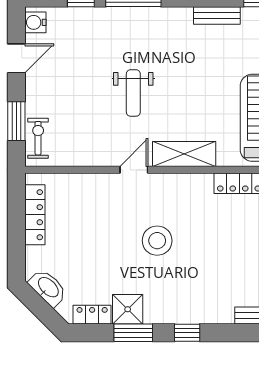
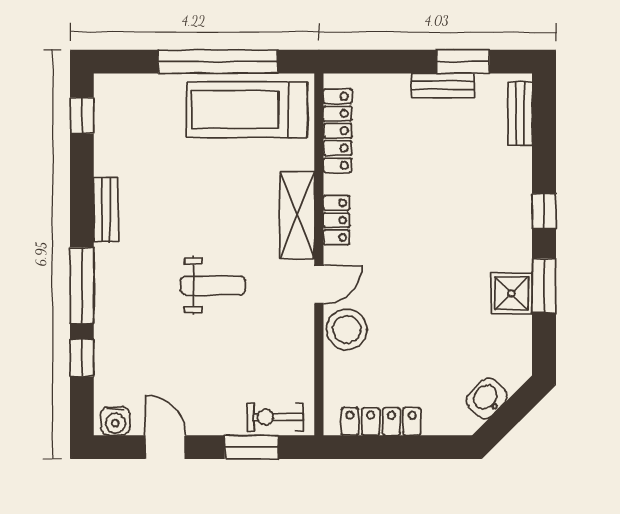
bench: (217, 16) -> (106, 209), moved
door: (134, 170) -> (319, 285), swing flipped
stool: (157, 241) -> (347, 329), moved
washbasin: (48, 288) -> (487, 398), width x0.72
locker: (92, 315) -> (336, 220), moved, turned 180

